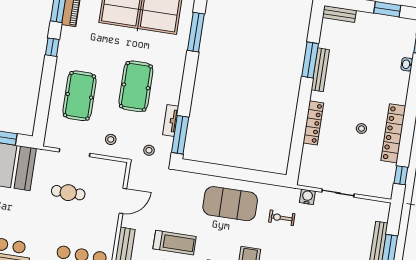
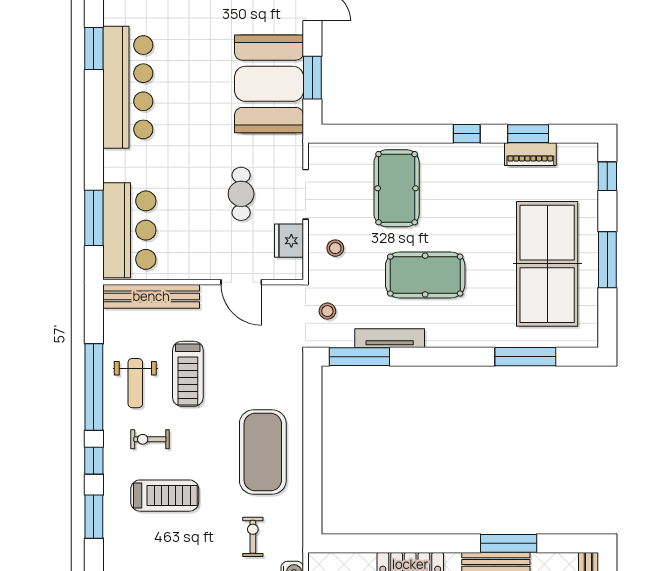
pool table: (79, 96) -> (397, 188), turned 90
tv unit: (171, 121) -> (390, 338), width x1.41
fridge: (102, 167) -> (289, 241), added

